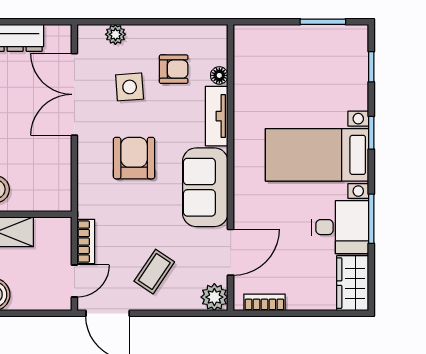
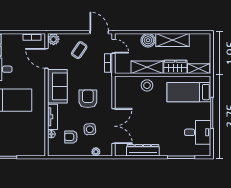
armchair: (134, 158) -> (88, 99), turned 180
door: (231, 252) -> (46, 58), hinge flipped
door: (74, 281) -> (113, 46), swing flipped

